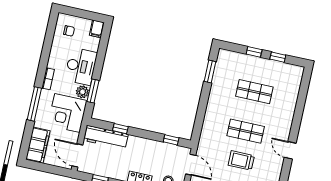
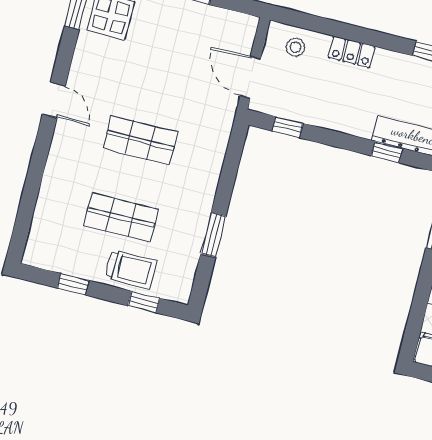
window: (254, 52) -> (144, 302), moved
window: (210, 72) -> (213, 235), moved
trolley: (241, 160) -> (131, 269), moved

